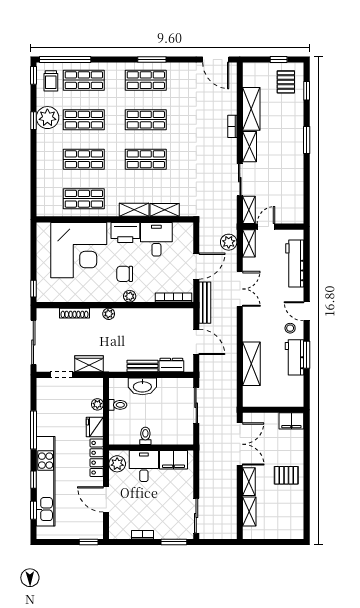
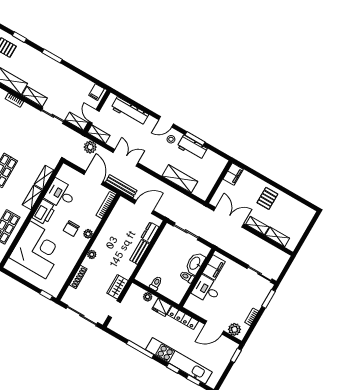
filing cabinet: (295, 213) -> (96, 92), added
washbasin: (142, 386) -> (195, 263), moved, turned 180
plant: (117, 464) -> (234, 329), moved

